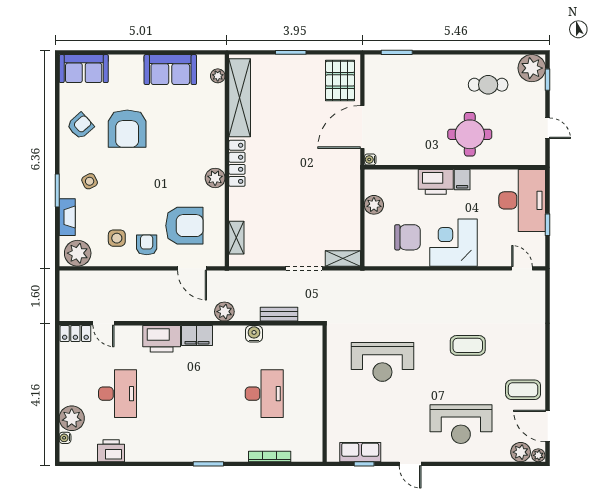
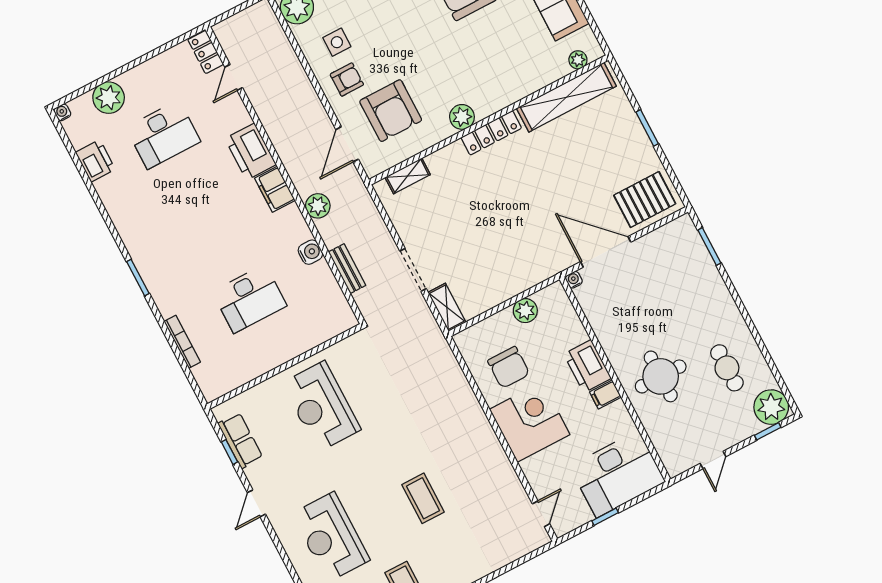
reception desk: (382, 362) -> (321, 406), moved
water cooler: (65, 438) -> (62, 112), moved

